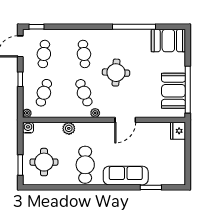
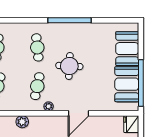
window: (134, 27) -> (70, 20), moved
booth: (168, 41) -> (127, 49), moved, turned 90
cafe table: (84, 93) -> (37, 86), turned 33

